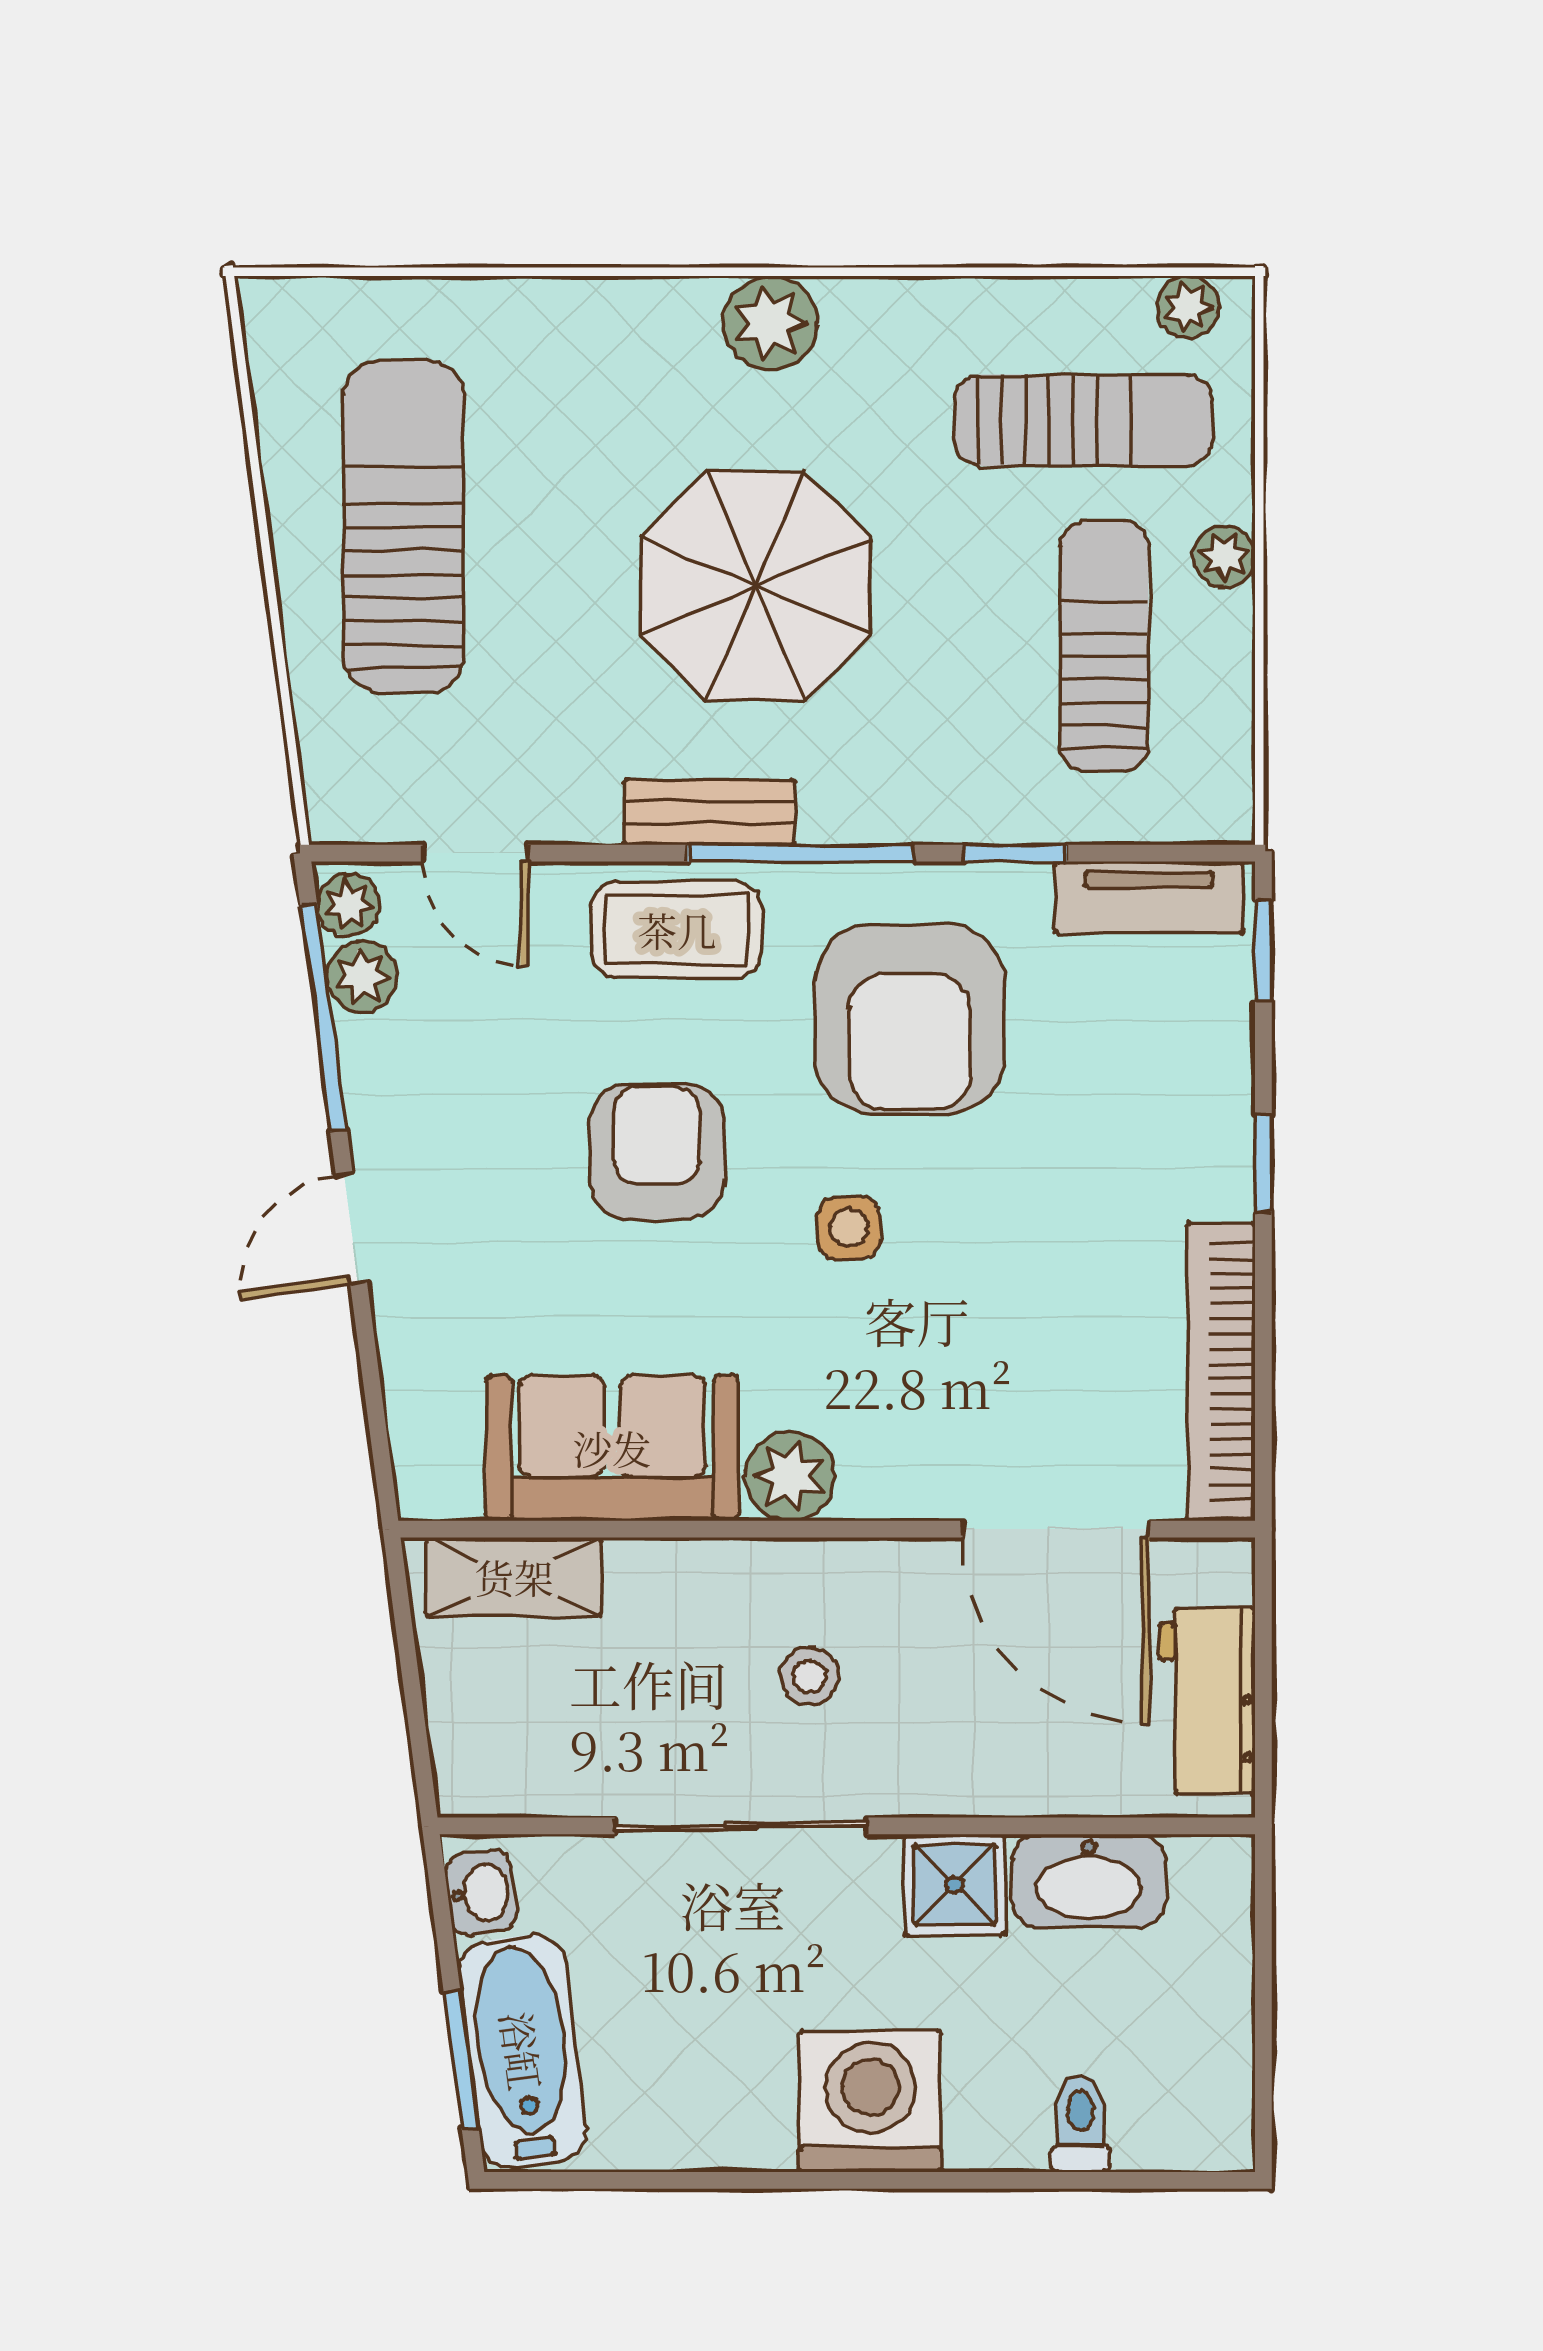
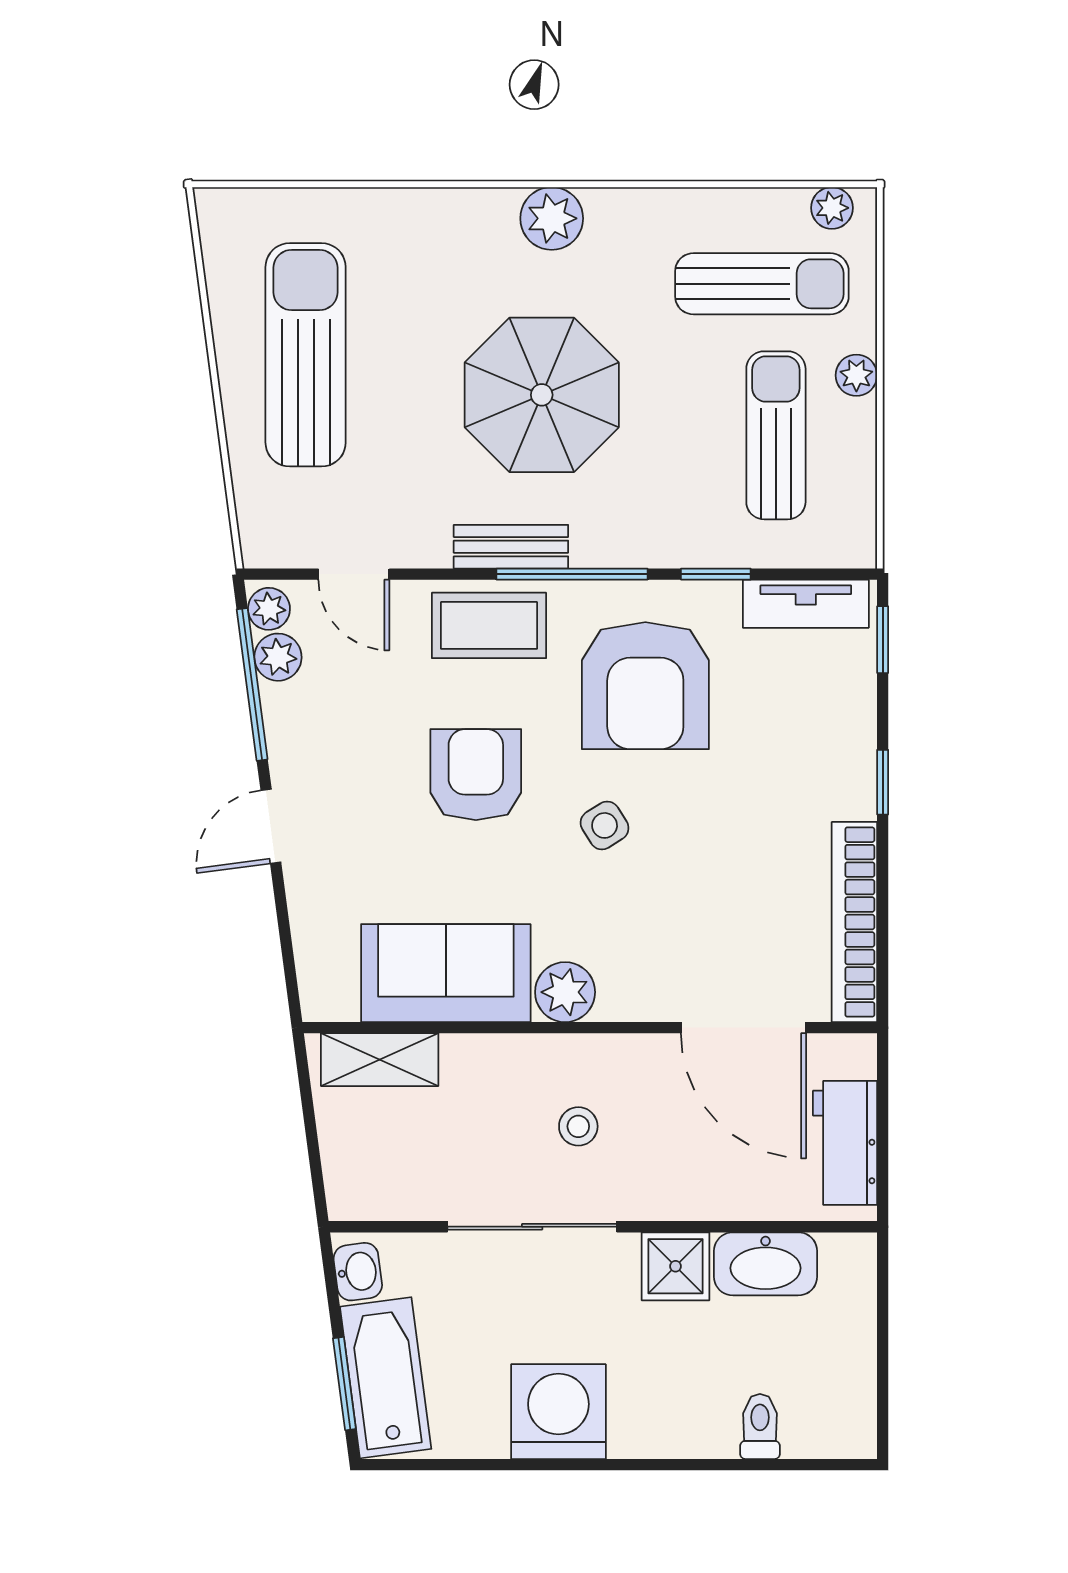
side table: (849, 1228) -> (605, 825), turned -32
washing machine: (870, 2102) -> (558, 1412), moved

